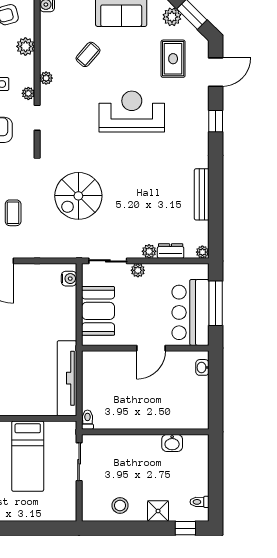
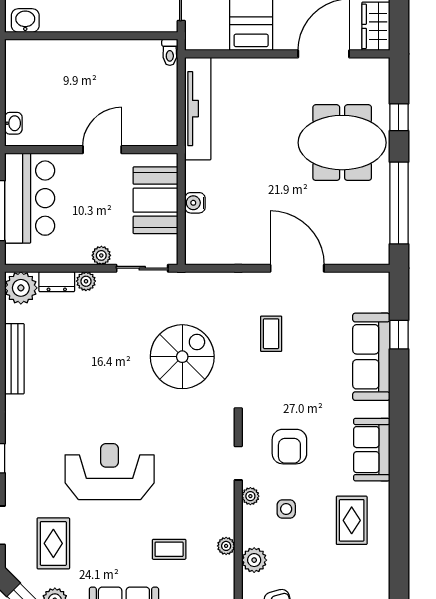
coffee table: (88, 54) -> (169, 549), turned 49
plant: (46, 78) -> (226, 546), moved
reception desk: (132, 111) -> (110, 472), turned 180
plant: (202, 252) -> (21, 288), width x1.88, depth x1.88
water cooler: (69, 279) -> (195, 203), moved
door: (151, 348) -> (102, 150), moved
washbasin: (172, 443) -> (25, 20), moved

